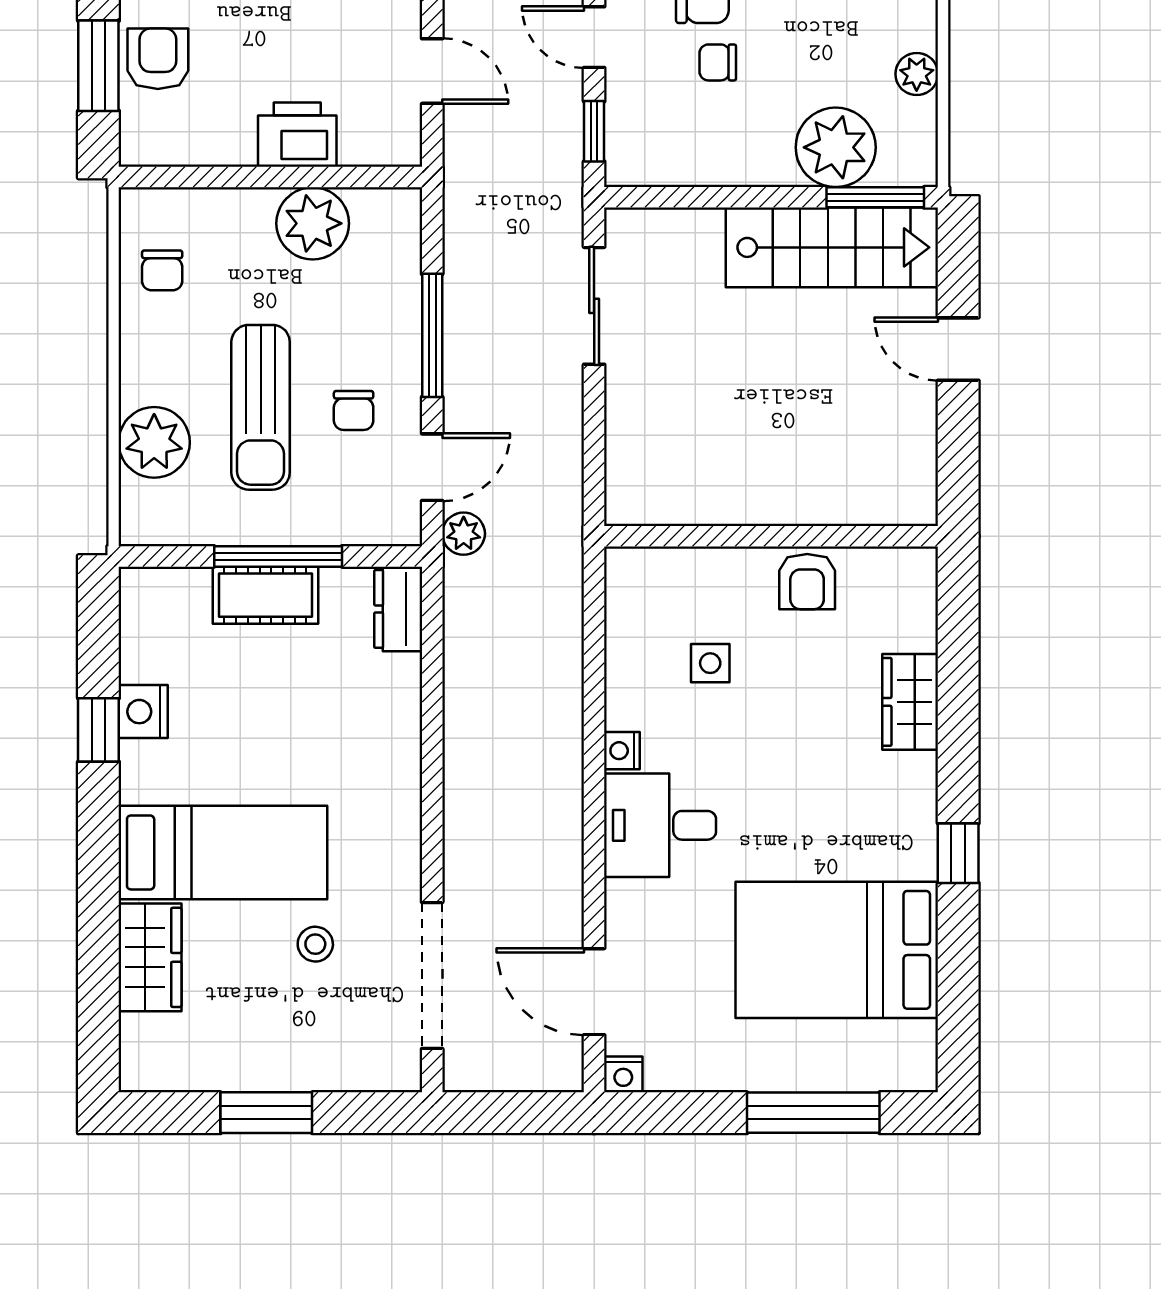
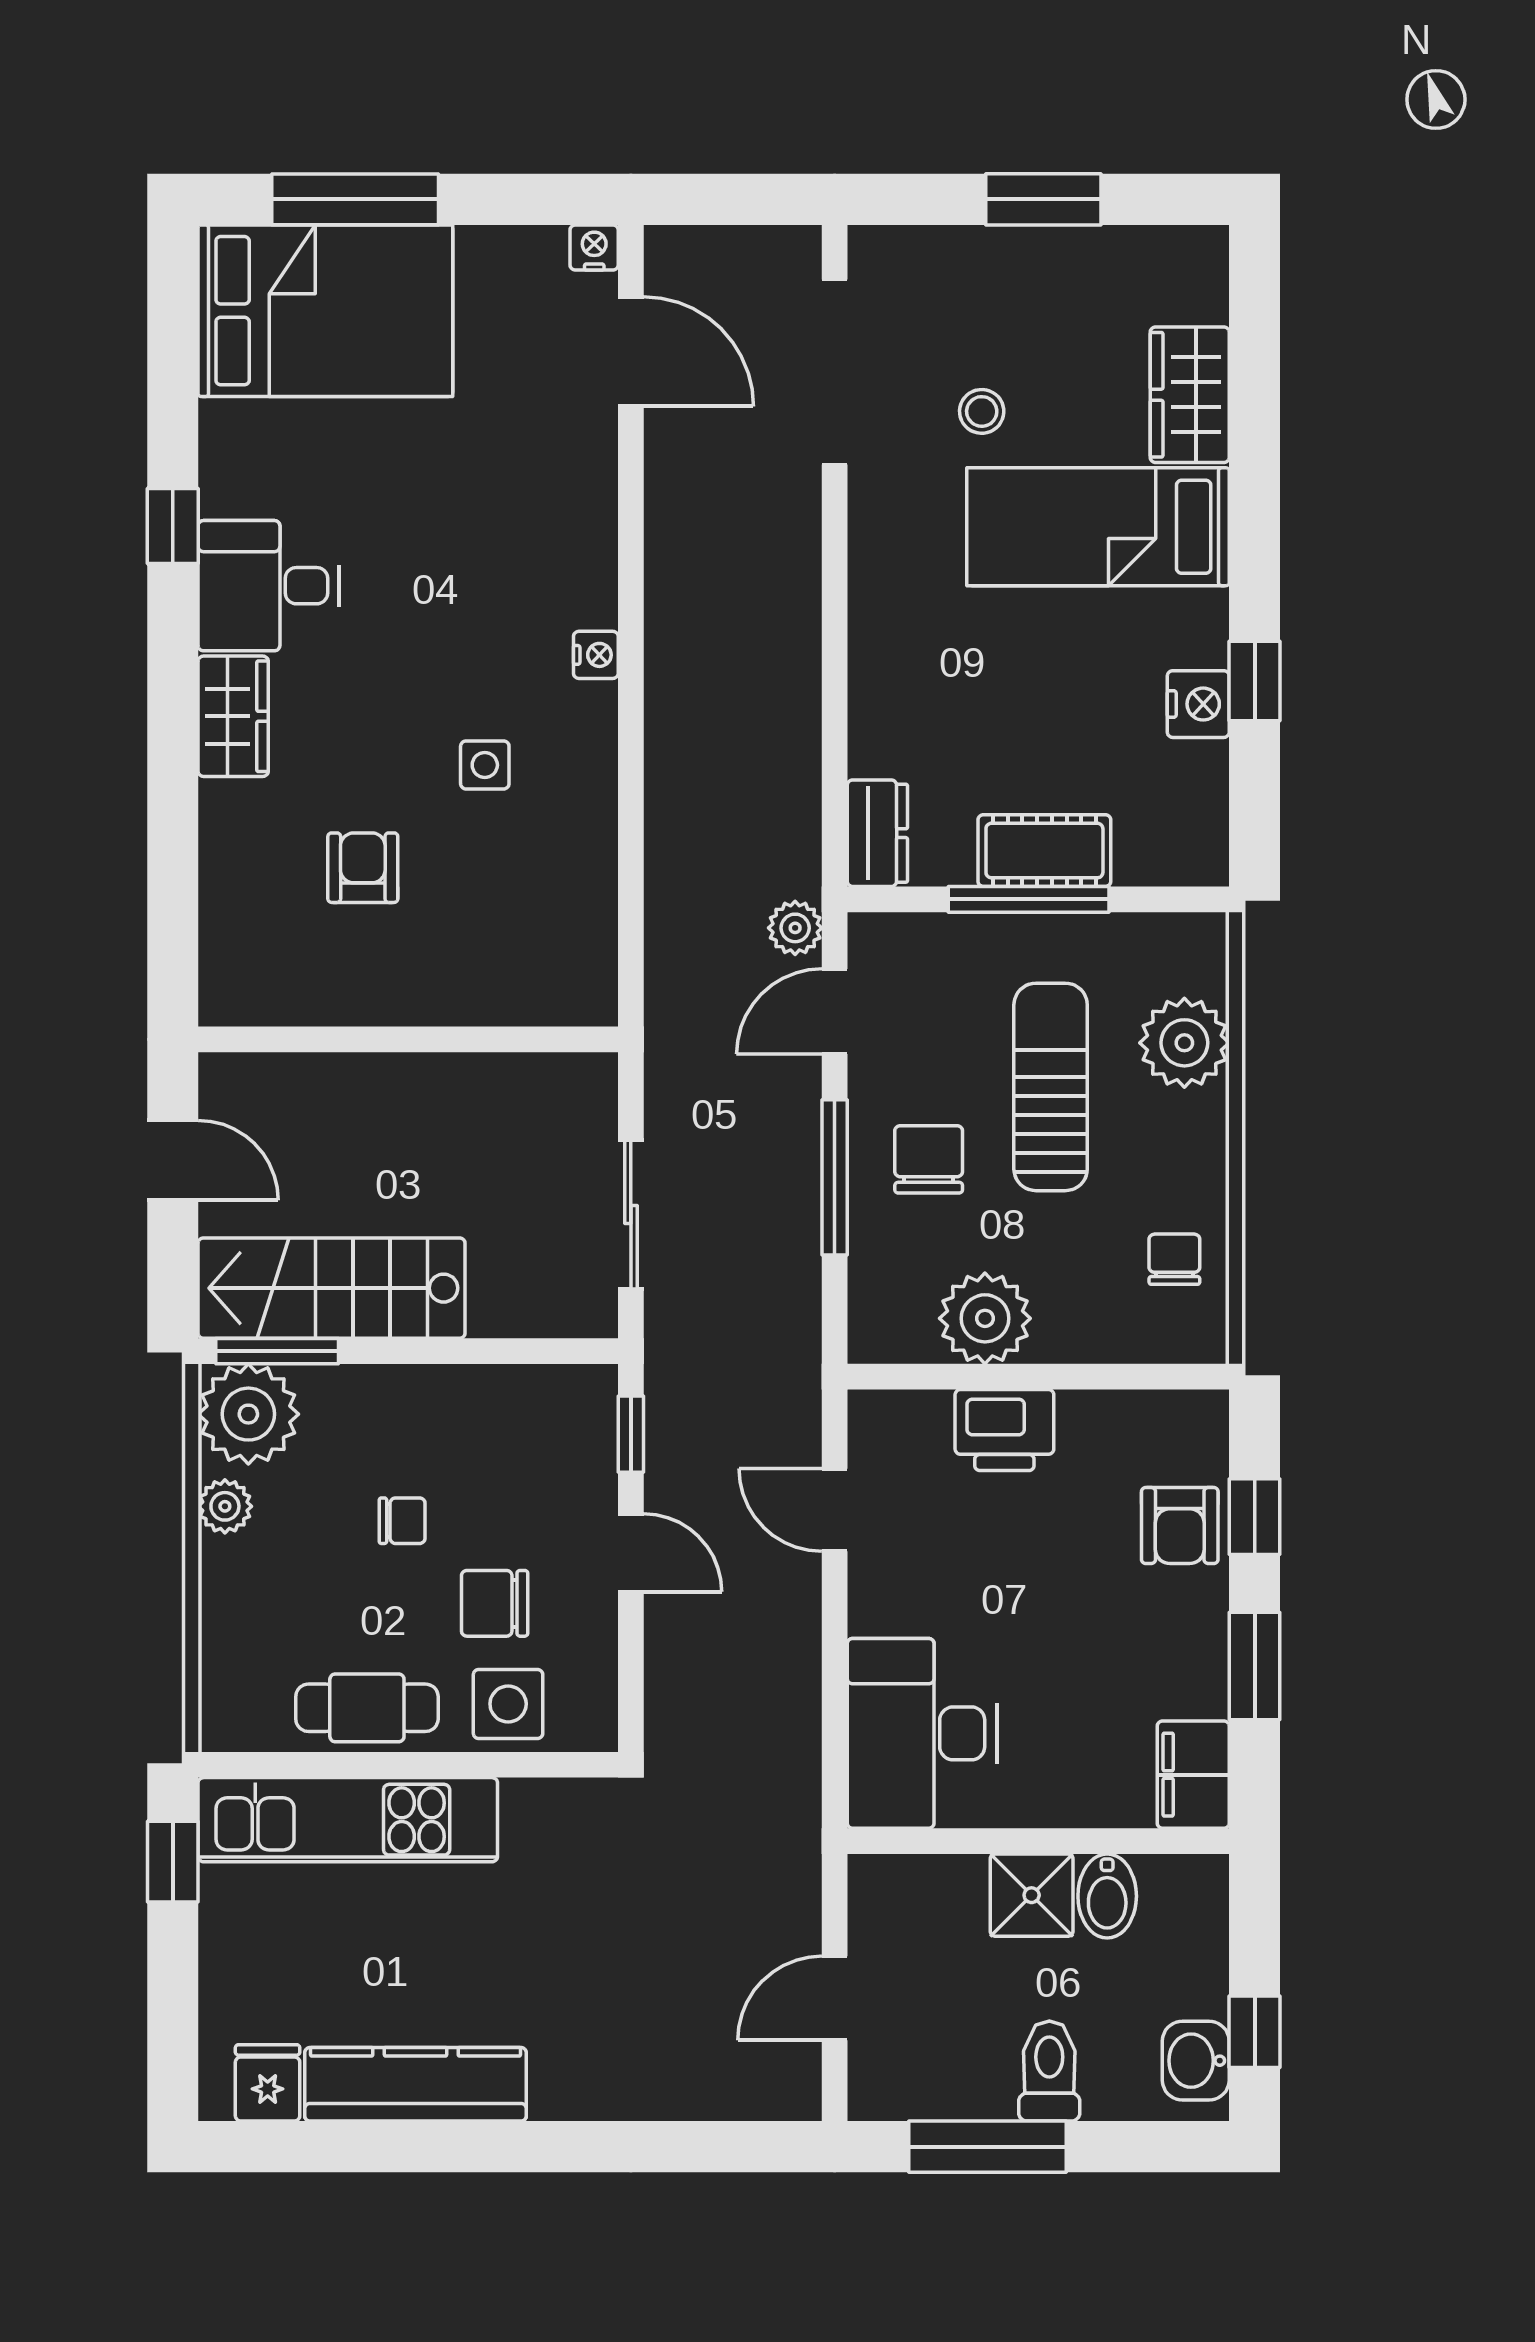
chair: (718, 62) -> (402, 1521), moved
window: (98, 66) -> (1255, 1517), width x0.67
plant: (836, 147) -> (248, 1414), moved
chair: (354, 410) -> (929, 1159), moved, width x1.37, depth x1.37
wall: (771, 536) -> (408, 1039), moved
desk: (660, 825) -> (269, 586), moved, turned 180
bed: (837, 950) -> (325, 311), moved

